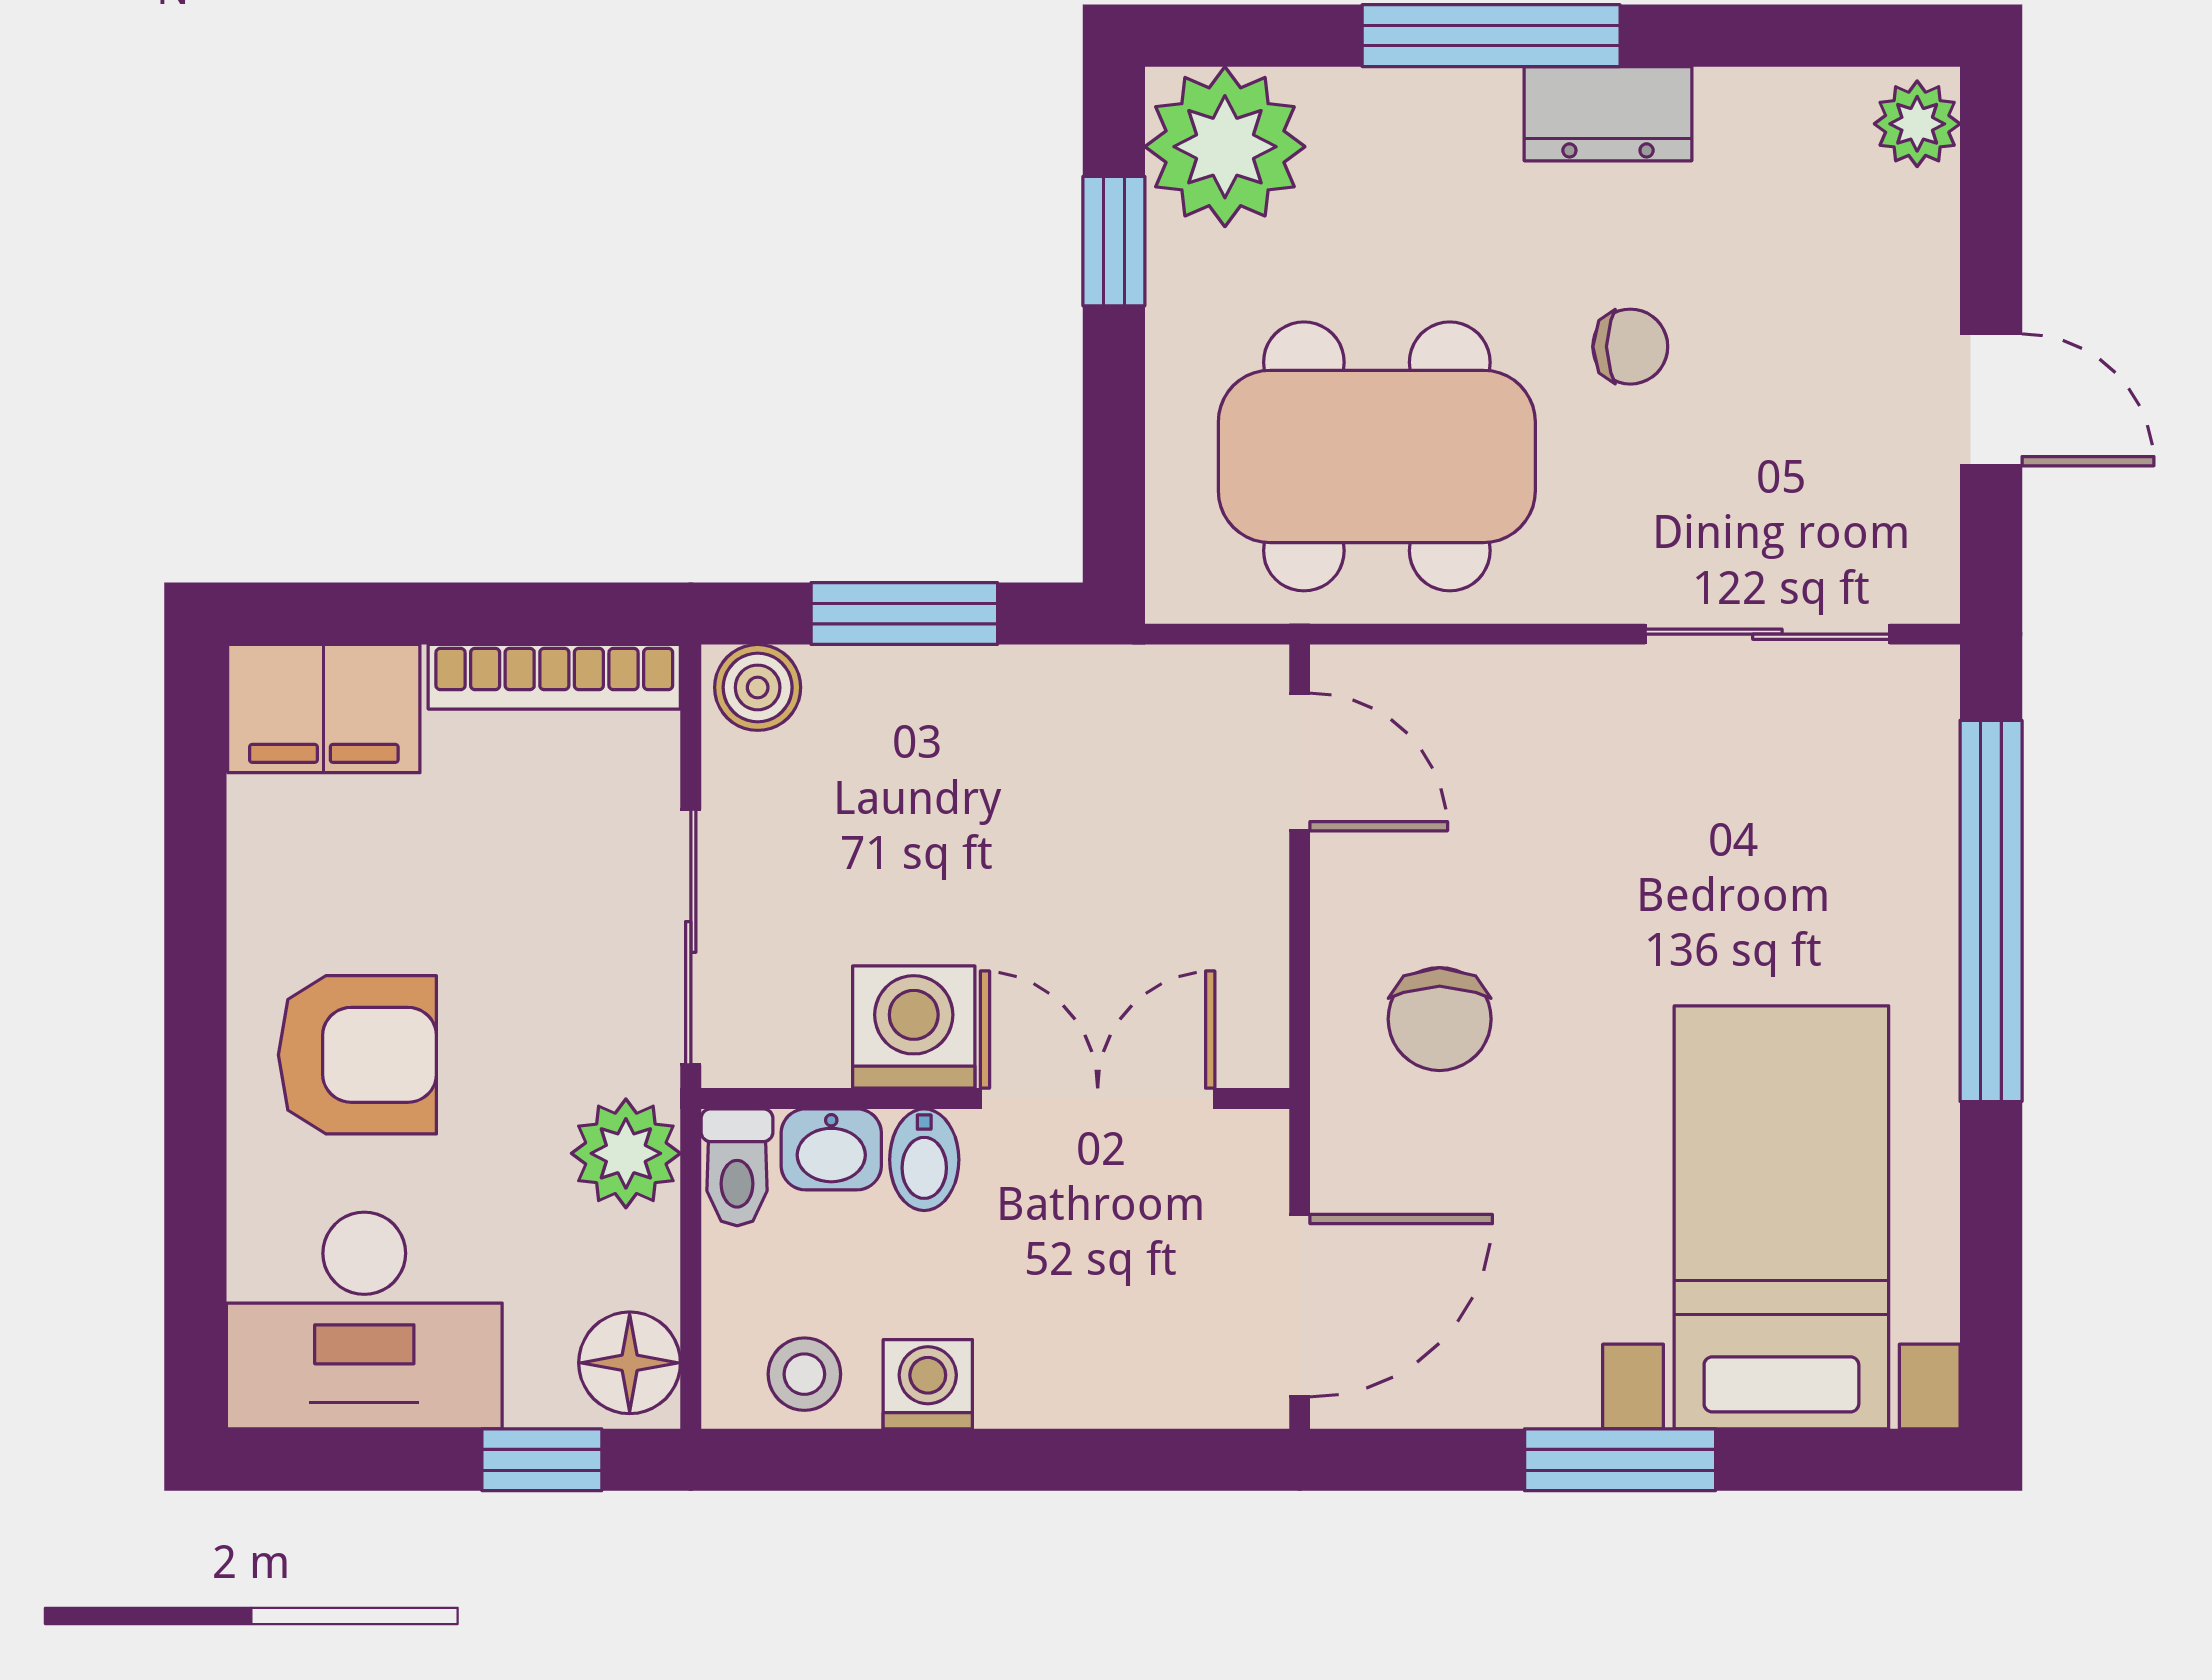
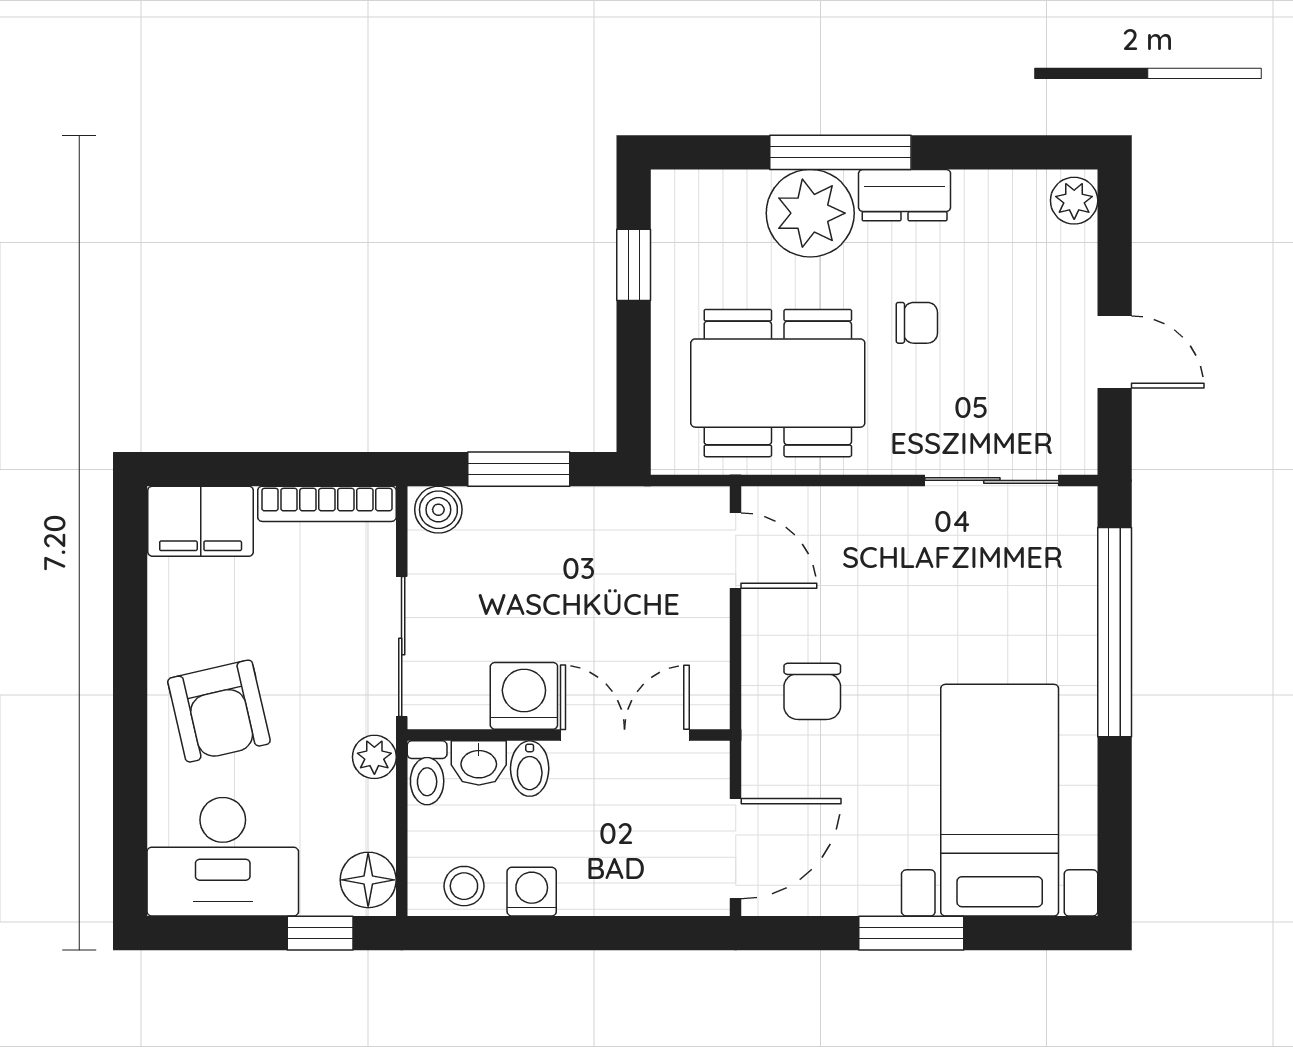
plant: (1225, 147) -> (810, 213), moved
armchair: (357, 1055) -> (219, 711), turned 77
plant: (626, 1153) -> (374, 757), width x0.73, depth x0.73

